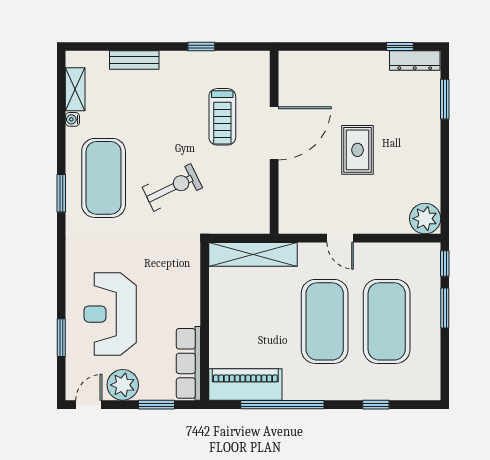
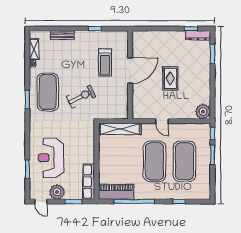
door: (89, 405) -> (41, 202), swing flipped

